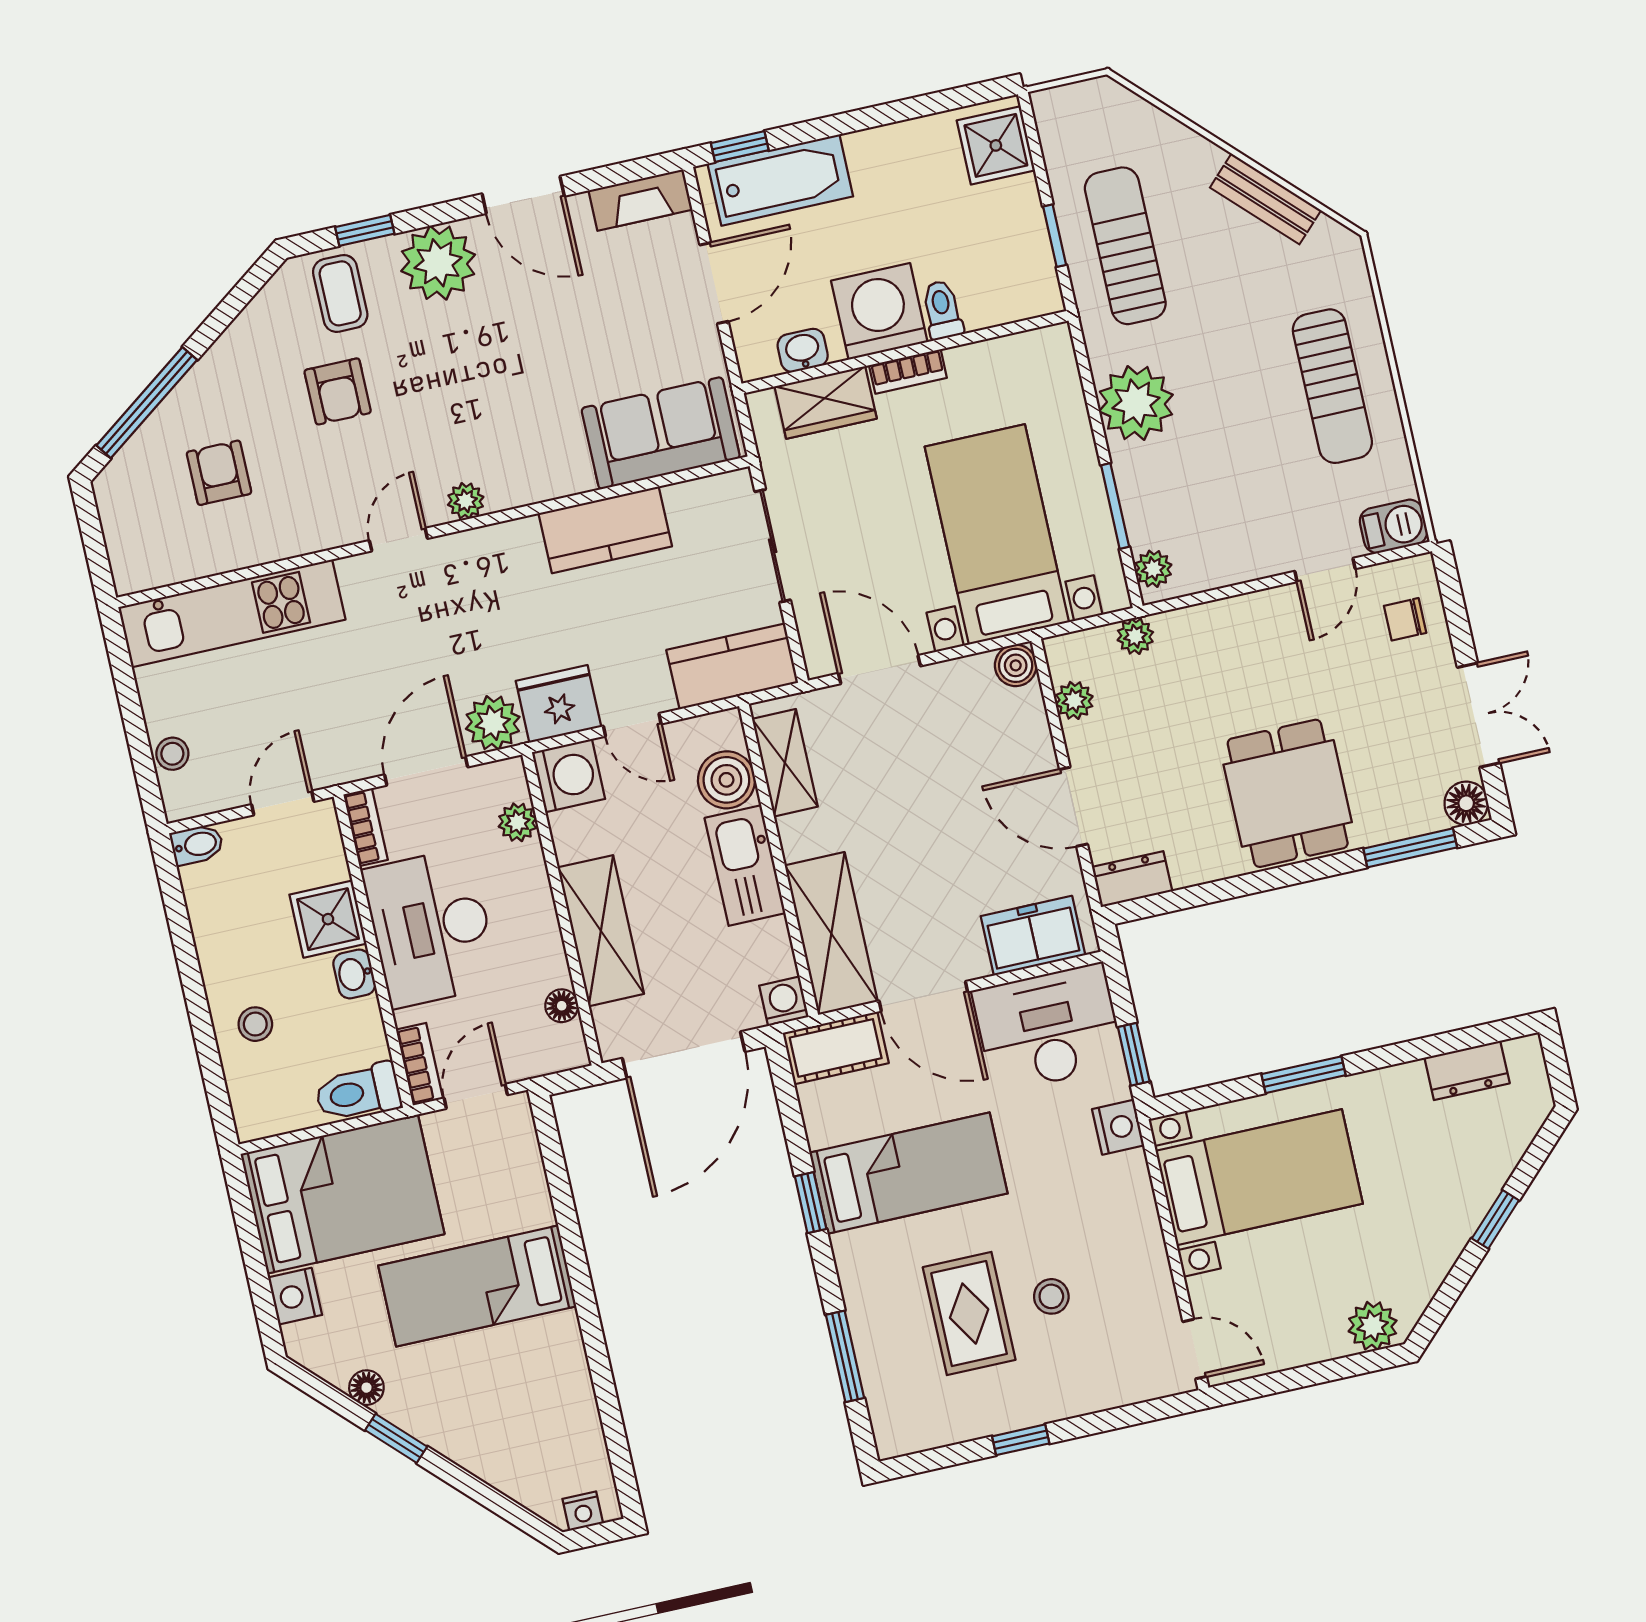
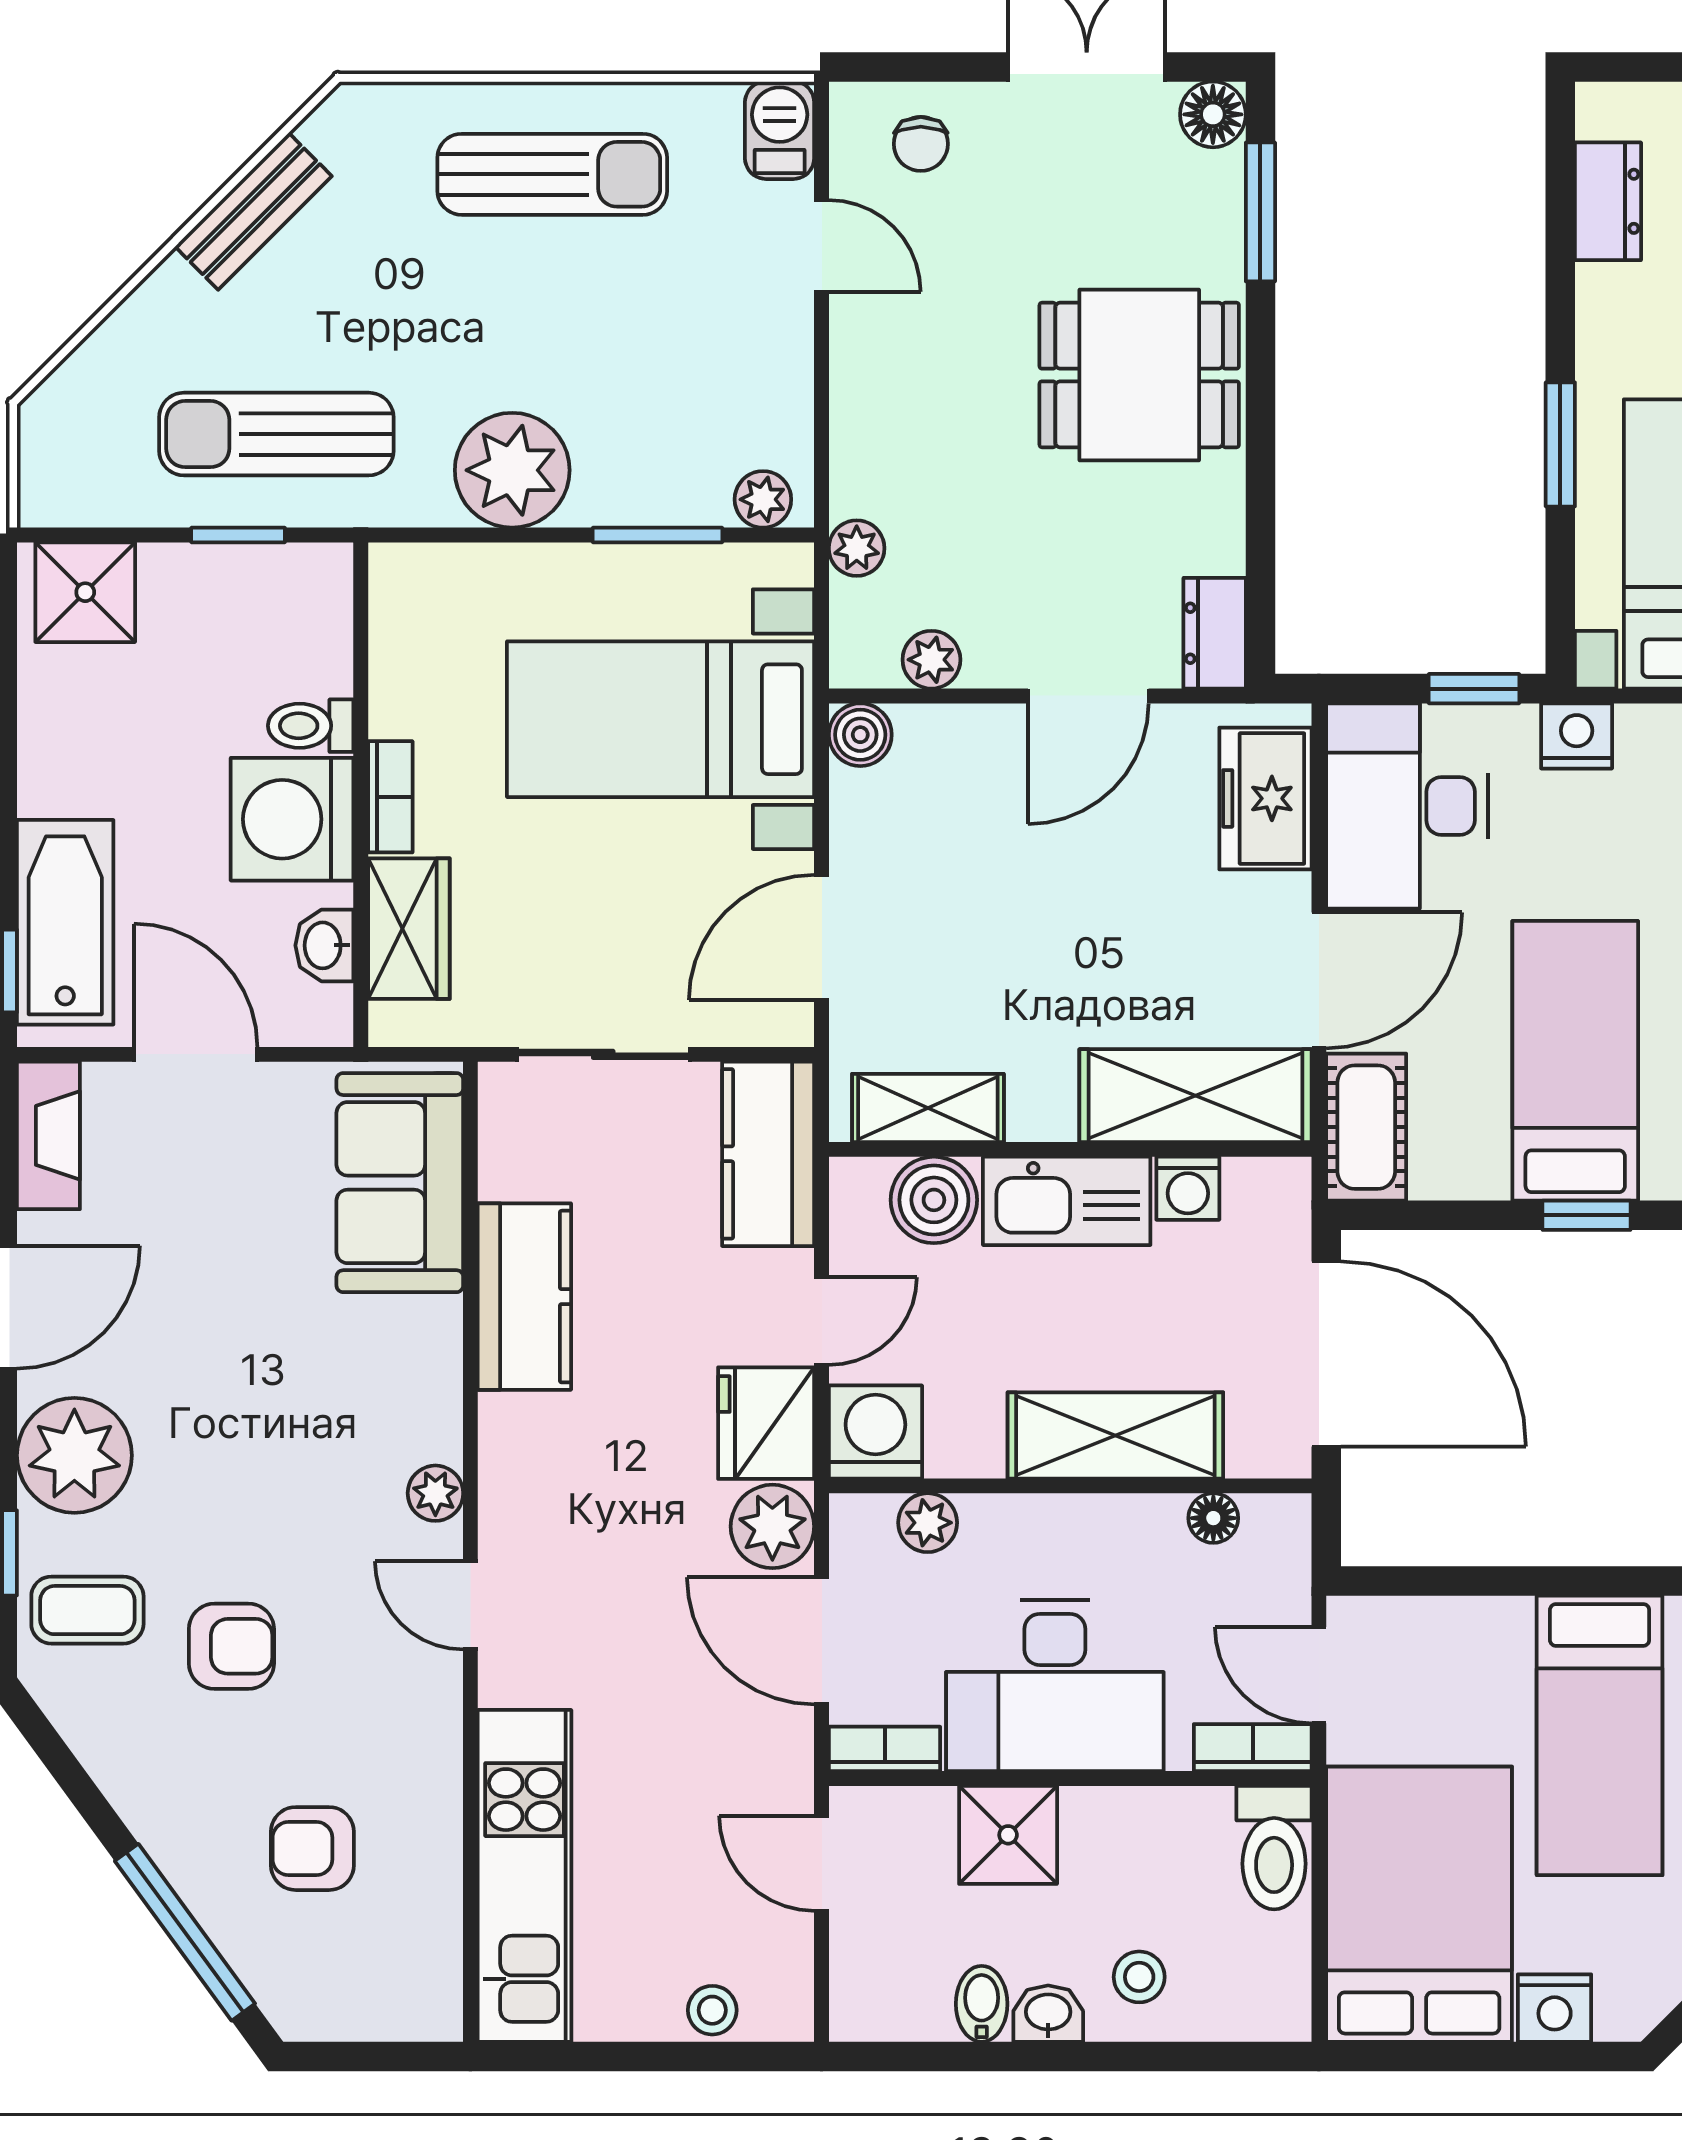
bidet: (197, 845) -> (982, 2004), moved
washbasin: (354, 974) -> (1048, 2014), moved, turned 180
washing machine: (784, 1001) -> (1188, 1188), moved, turned -90

